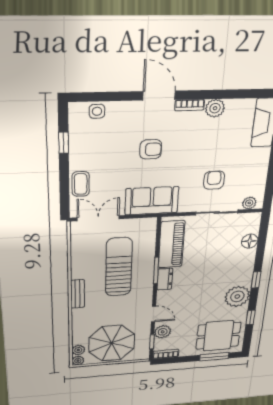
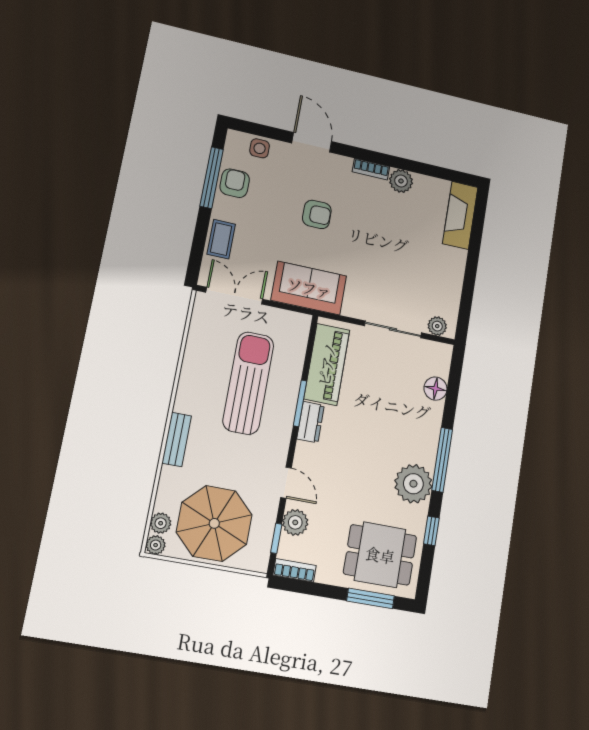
door: (159, 96) -> (312, 142), moved
window: (64, 143) -> (212, 178), width x2.17
armchair: (214, 180) -> (235, 183), moved
window: (256, 280) -> (442, 460), width x2.17
bench: (78, 294) -> (177, 439), moved

